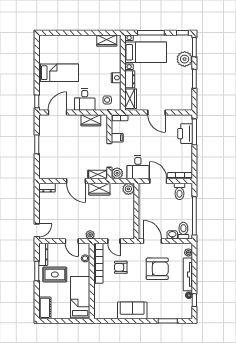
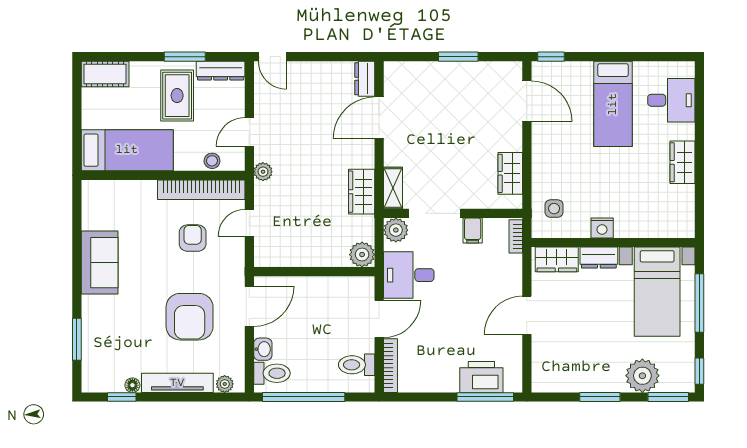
wardrobe: (107, 40) -> (682, 162), moved
desk: (85, 100) -> (671, 100), moved, turned 180
door: (76, 181) -> (379, 118), moved

